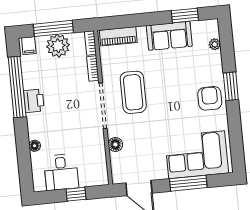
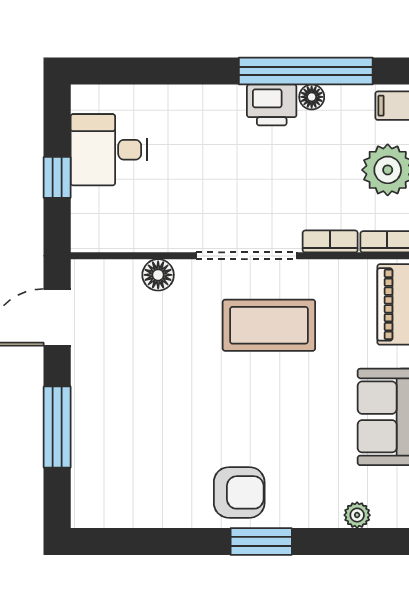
floor lamp: (35, 146) -> (312, 97), moved
corner sofa: (197, 155) -> (118, 451), removed

